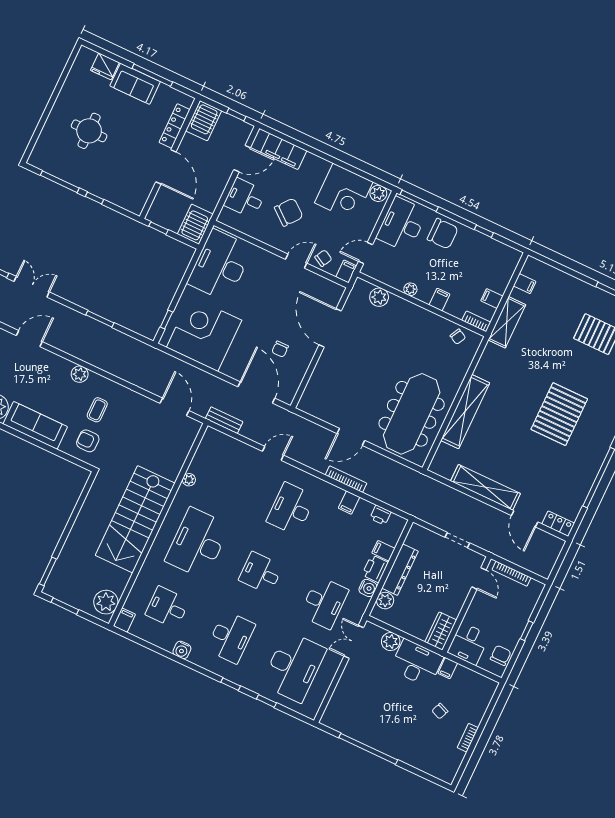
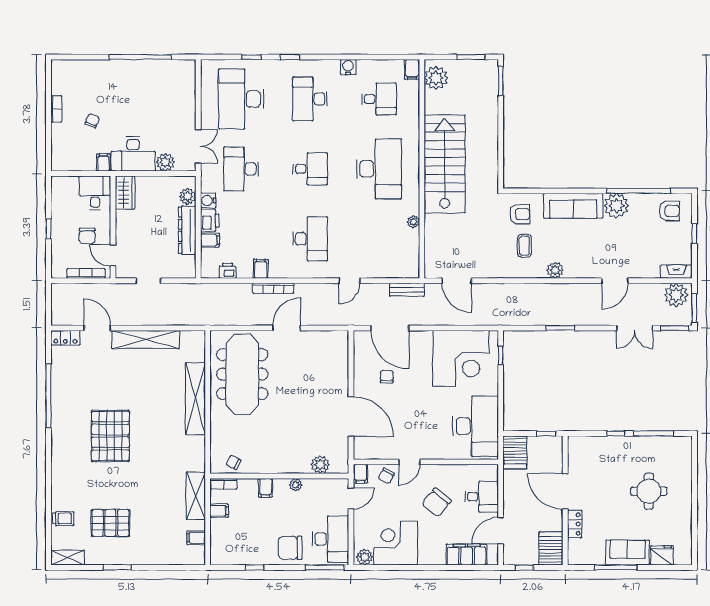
locker: (175, 126) -> (575, 524), width x0.66
chair: (501, 655) -> (87, 236), moved

